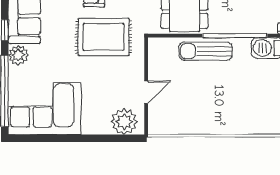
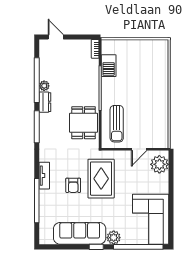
sun lounger: (206, 51) -> (117, 124), moved
door: (146, 92) -> (139, 149), swing flipped

